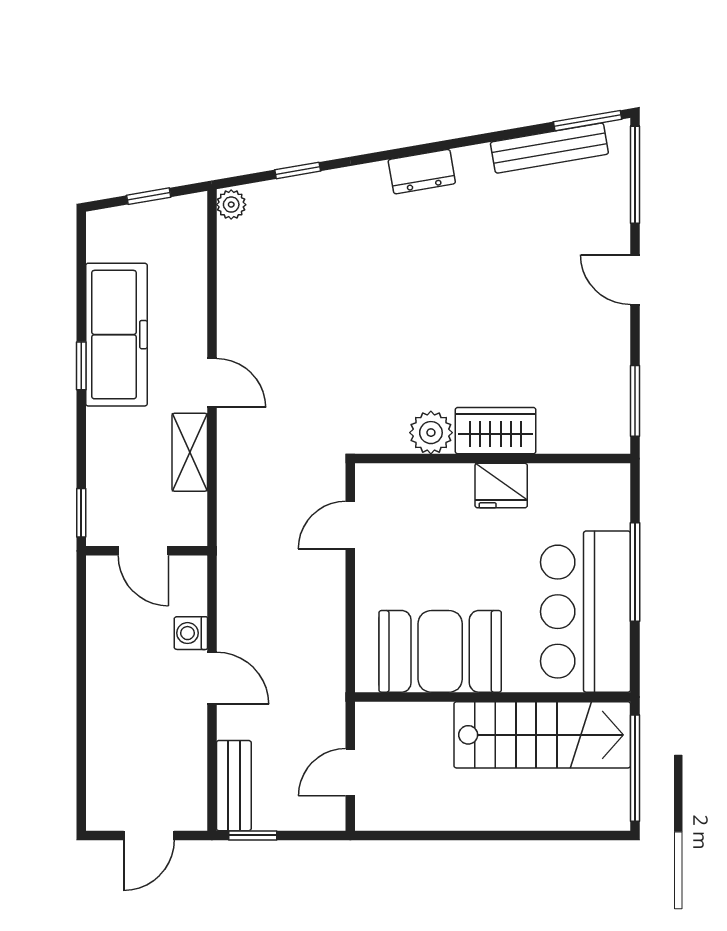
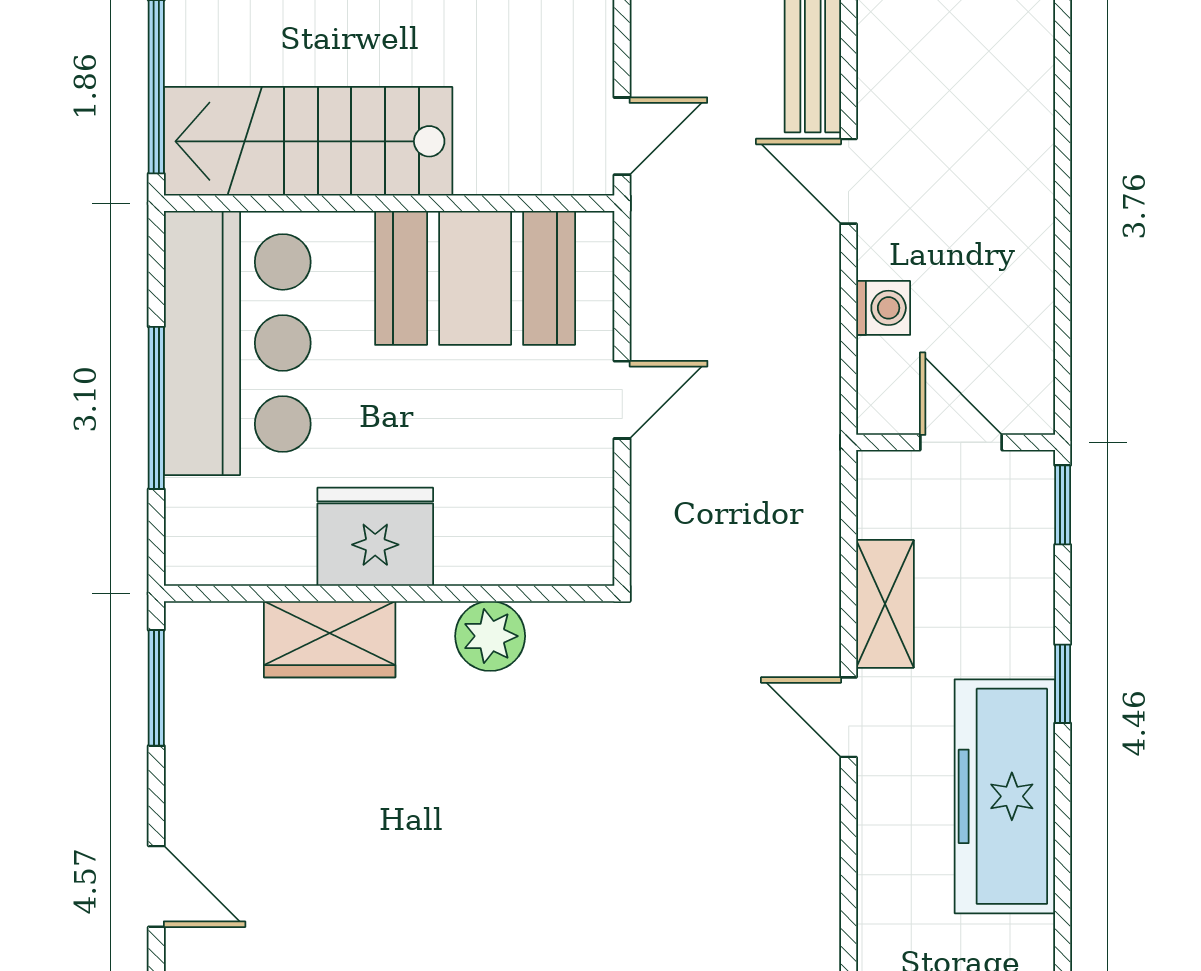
window: (81, 366) -> (1063, 684), moved
wardrobe: (496, 431) -> (330, 639), moved
fridge: (501, 486) -> (375, 537), width x1.36, depth x1.34
door: (350, 525) -> (622, 400), moved
door: (212, 678) -> (849, 181), moved
door: (350, 772) -> (622, 136), moved

